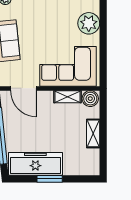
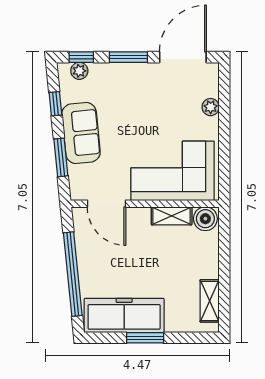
plant: (89, 23) -> (211, 107), width x0.53, depth x0.53
shelving: (93, 133) -> (210, 301), moved

